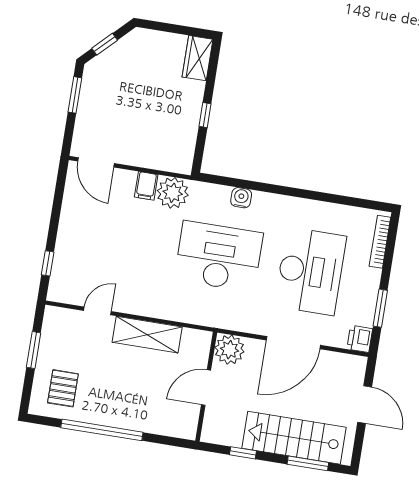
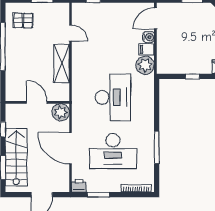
window: (316, 196) -> (157, 147), added
water cooler: (241, 198) -> (149, 37), moved

